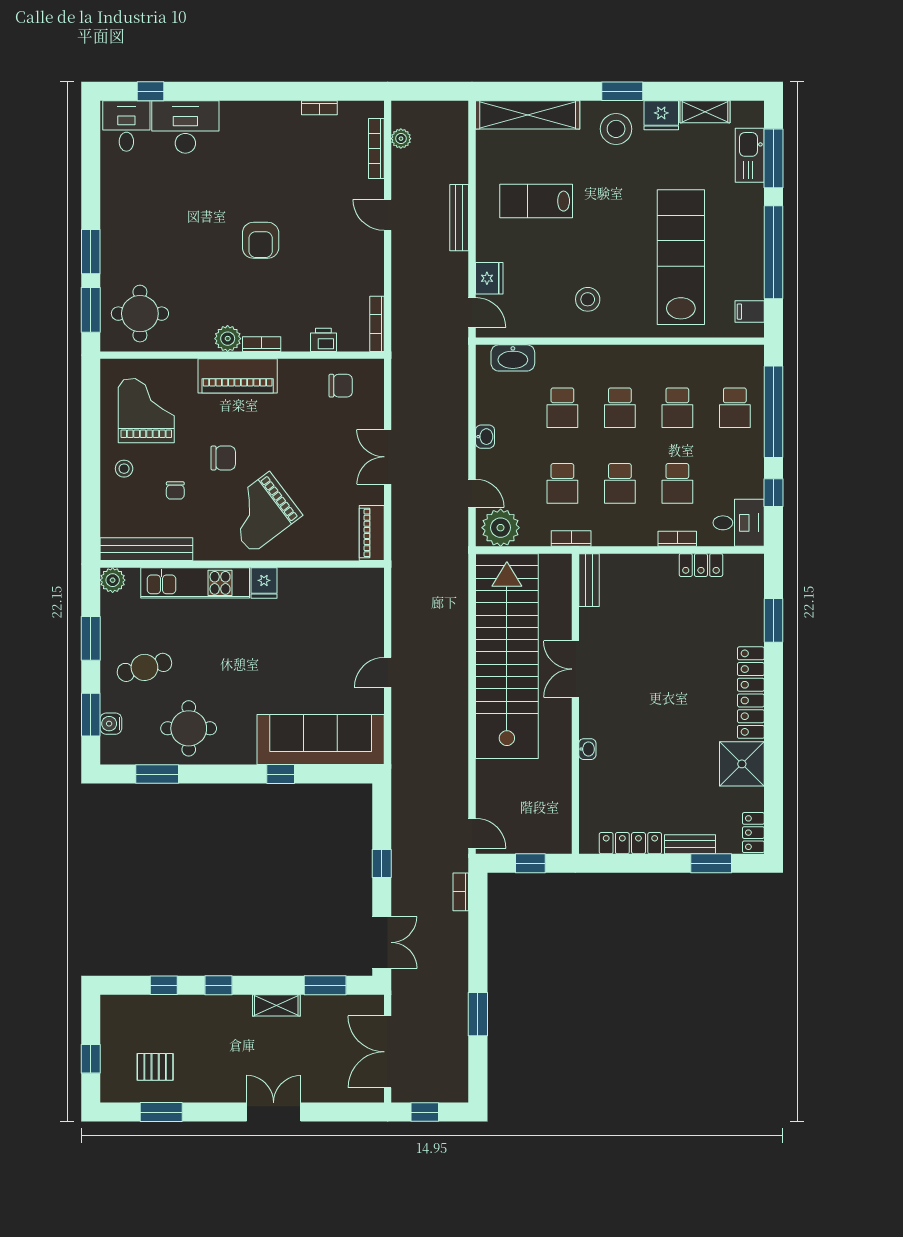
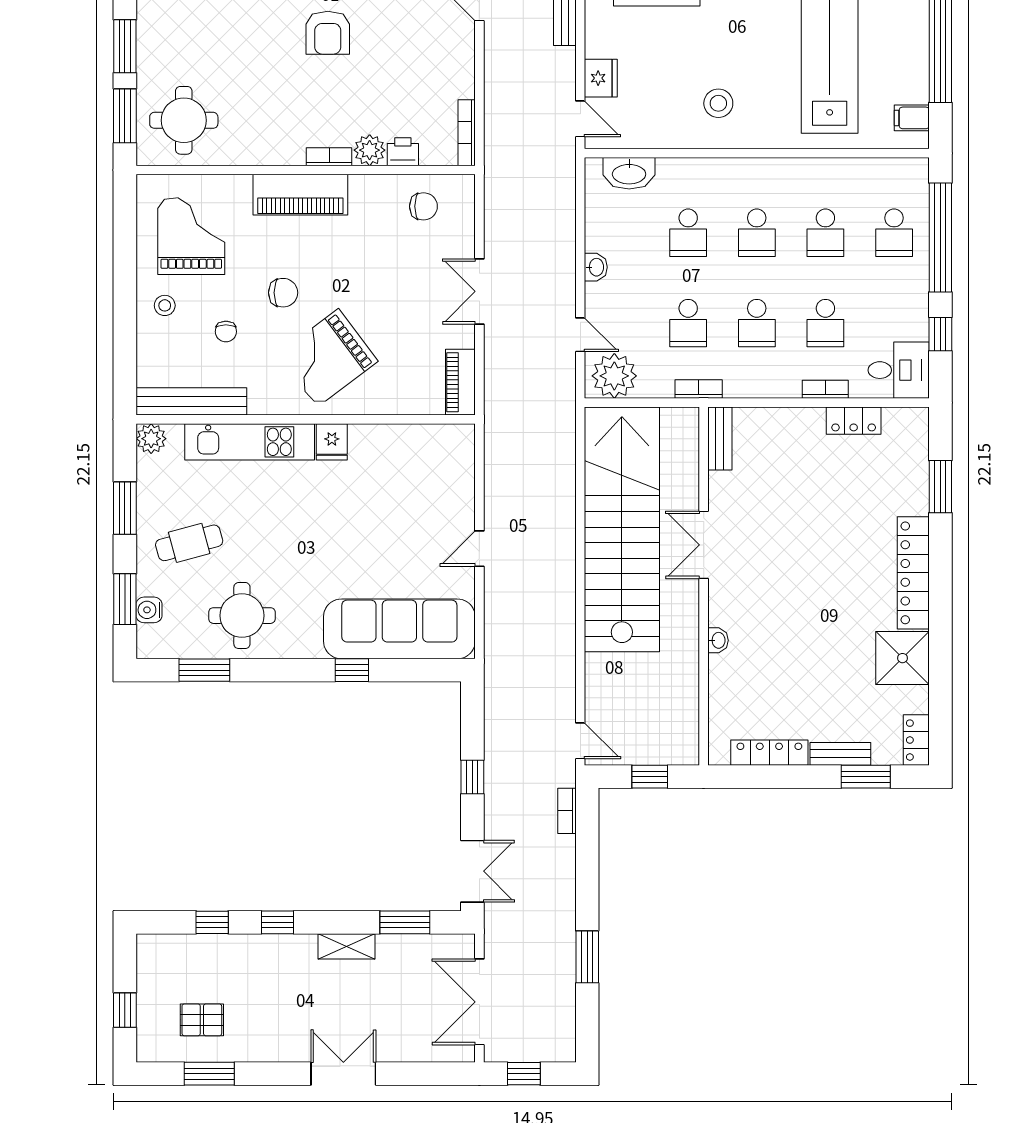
plant: (228, 339) -> (370, 150), moved

